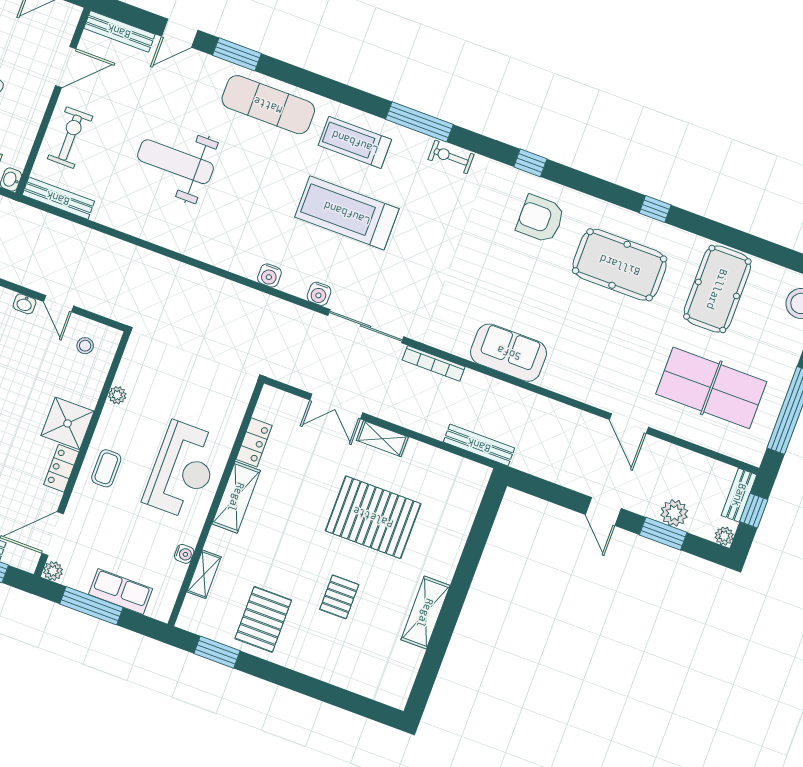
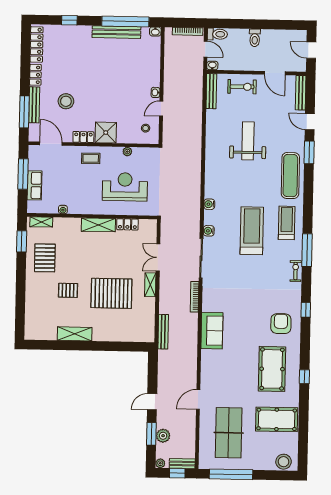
reception desk: (183, 470) -> (125, 187), moved, turned 180
pallet: (373, 517) -> (111, 293), turned 90
plant: (53, 571) -> (33, 150), removed
shelving: (204, 574) -> (41, 222), moved
pallet: (263, 619) -> (45, 258), turned 90

